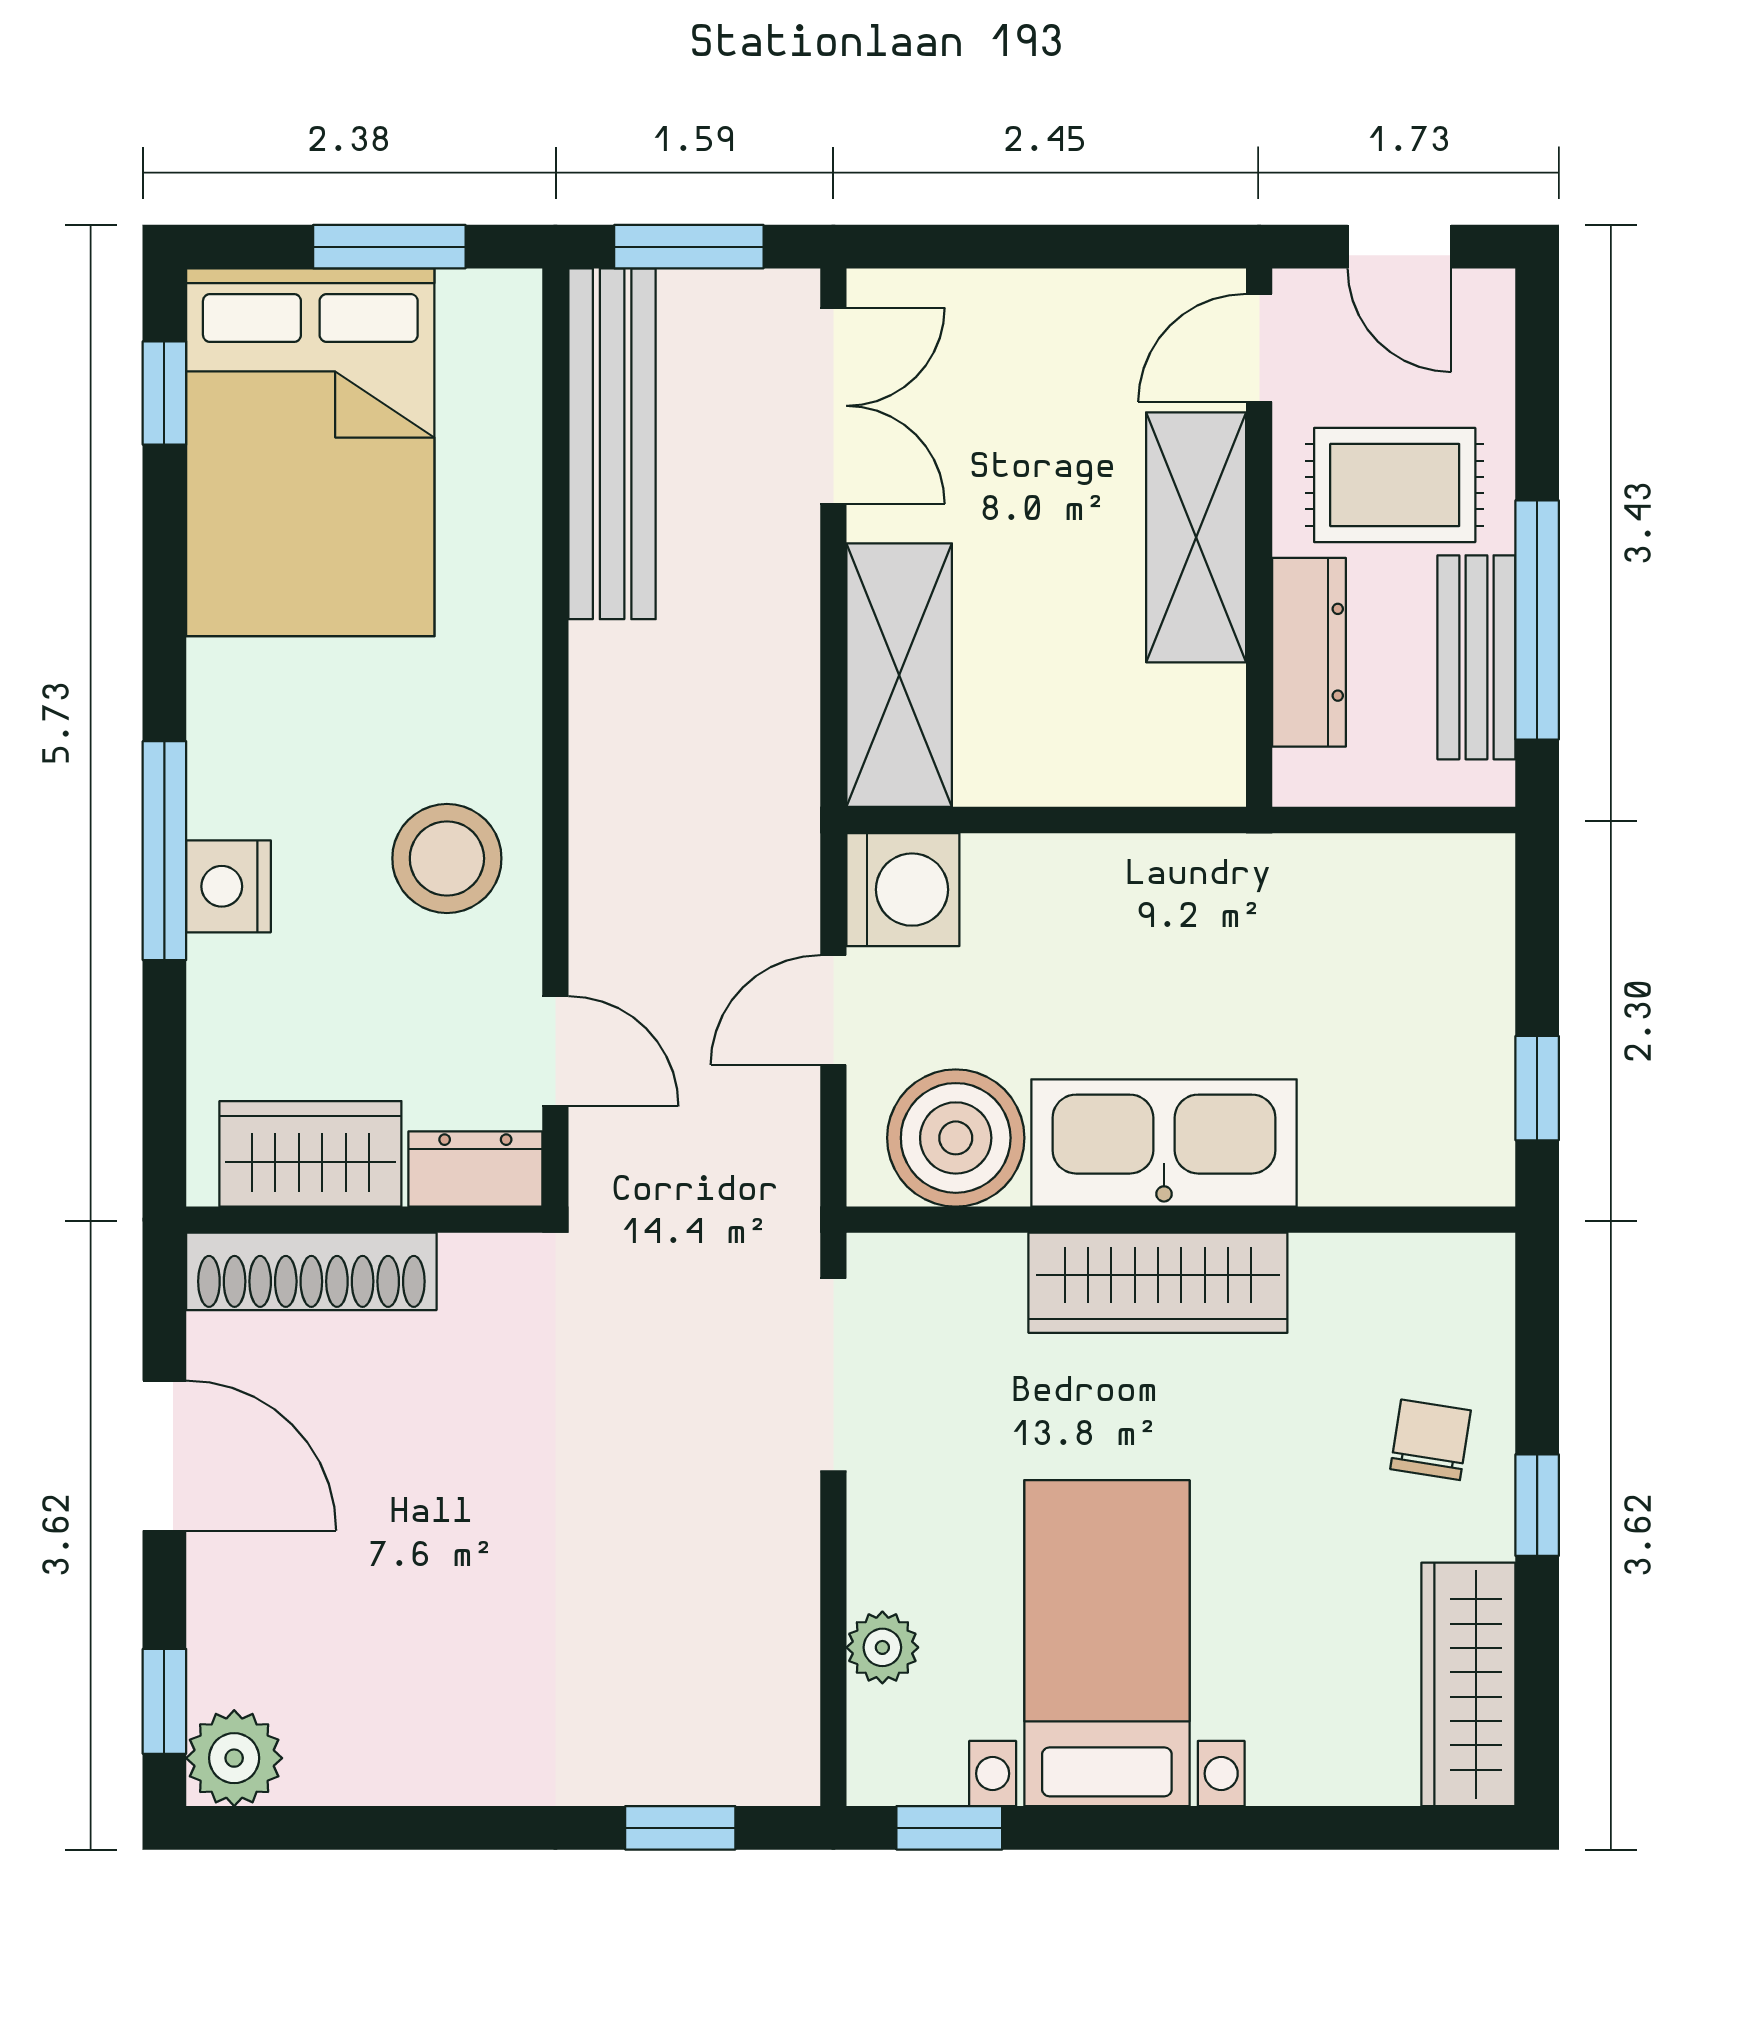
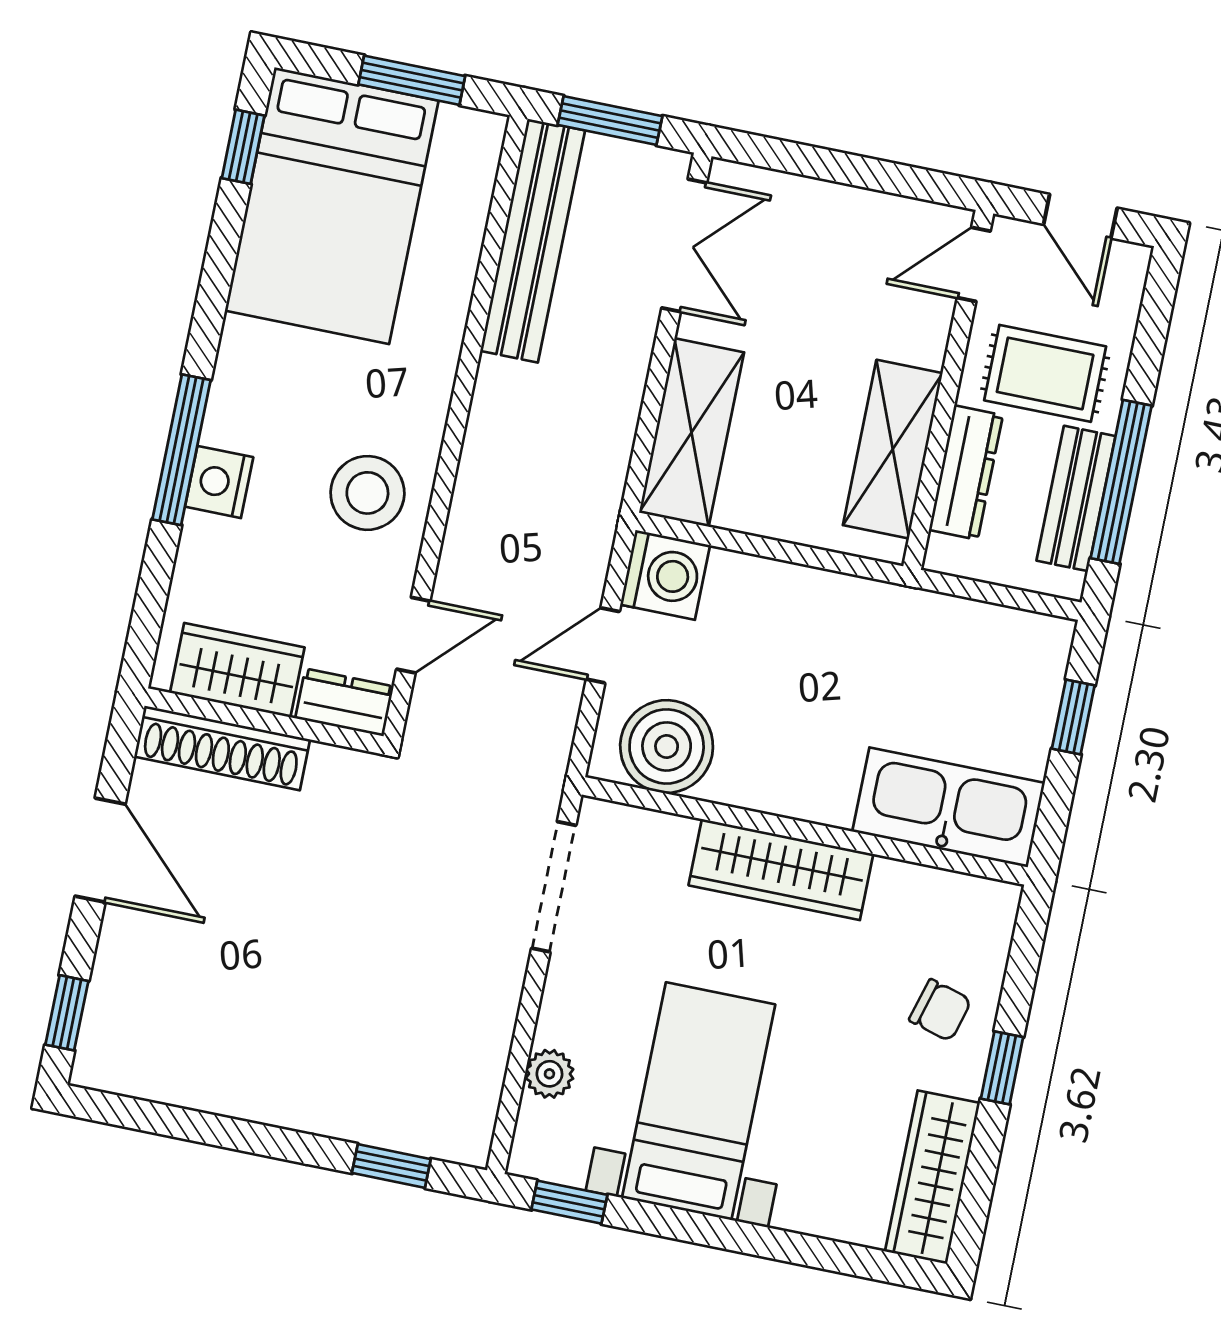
shelving: (1196, 537) -> (893, 449), moved
door: (555, 1051) -> (413, 635), hinge flipped
window: (1537, 1088) -> (1073, 717), moved
kitchen sink: (1164, 1143) -> (949, 807), moved
chair: (1431, 1440) -> (940, 1010), turned 97
plant: (234, 1758) -> (105, 1060), removed

